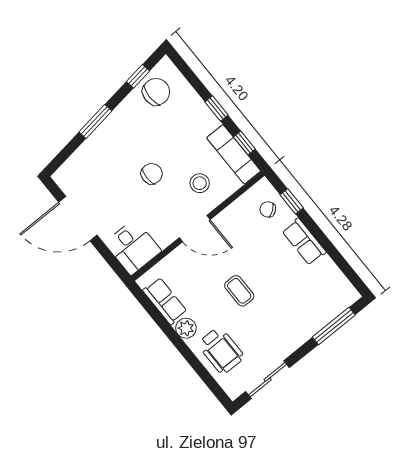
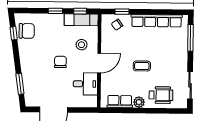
chair: (156, 92) -> (27, 31), turned 90
window: (95, 122) -> (20, 84), moved
row of seats: (304, 242) -> (157, 21), width x2.02
desk: (133, 247) -> (85, 84), moved

